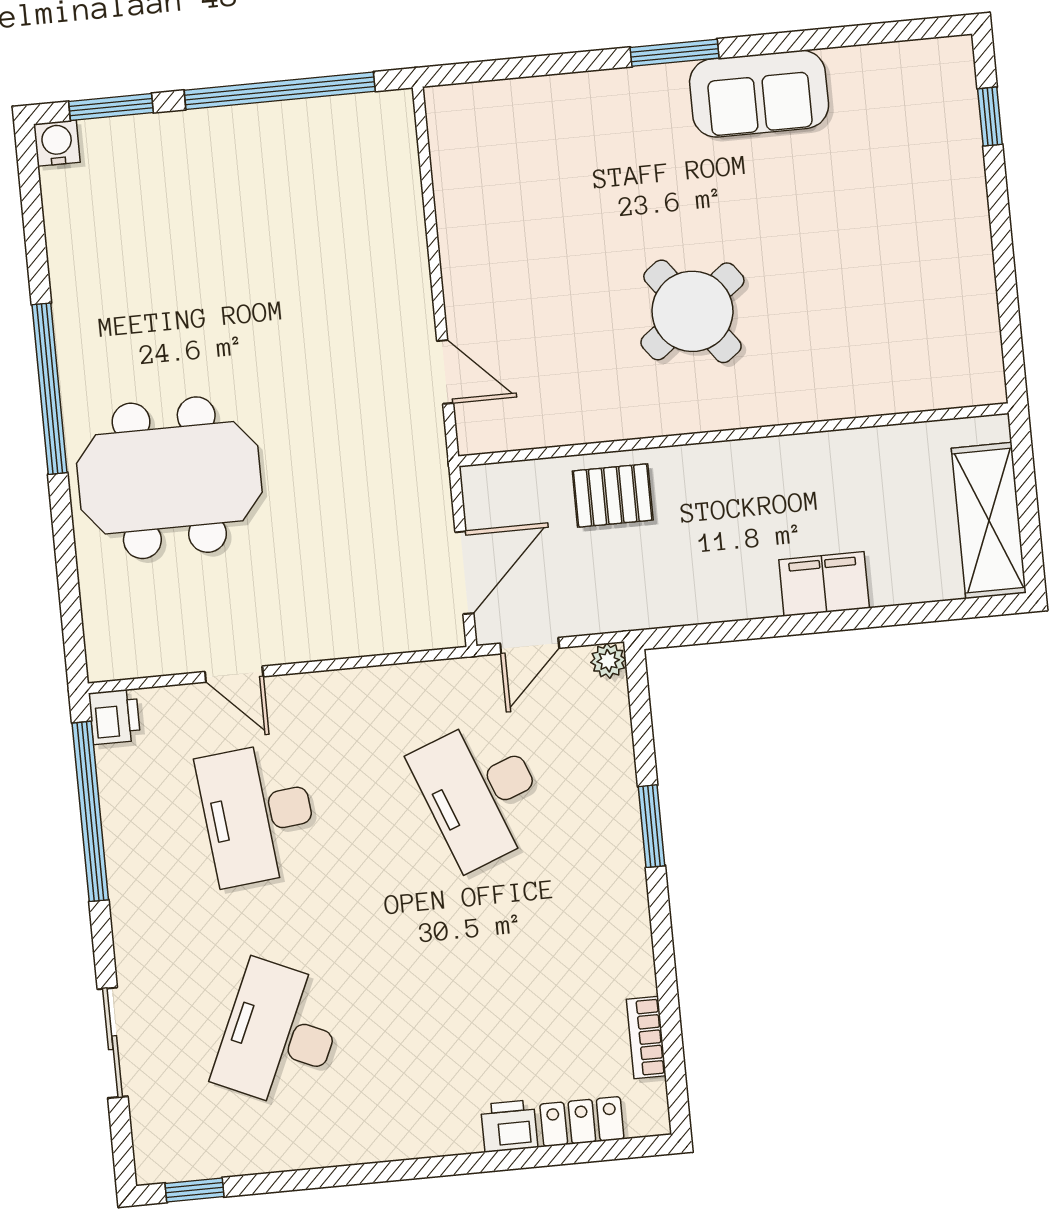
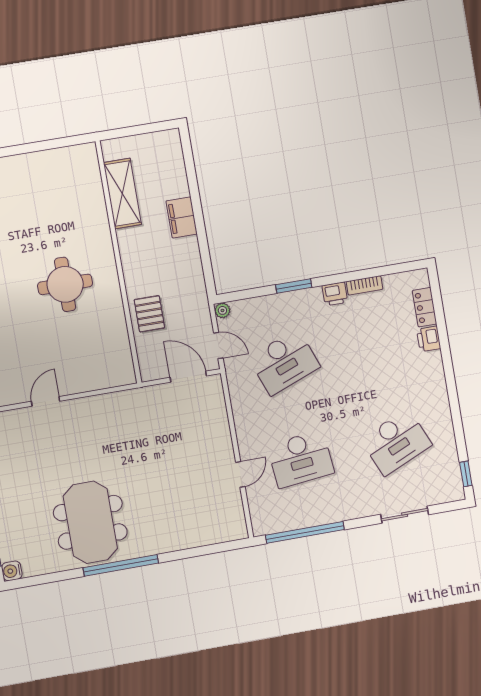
round table: (692, 311) -> (65, 284), turned 37
door: (445, 372) -> (46, 401), moved
meeting table: (169, 478) -> (90, 522), moved
shelving: (989, 521) -> (122, 193), moved, turned 90
printer: (115, 717) -> (335, 294), moved, turned 180
desk: (279, 1035) -> (396, 442), turned -48
bookcase: (646, 1038) -> (364, 285), moved

